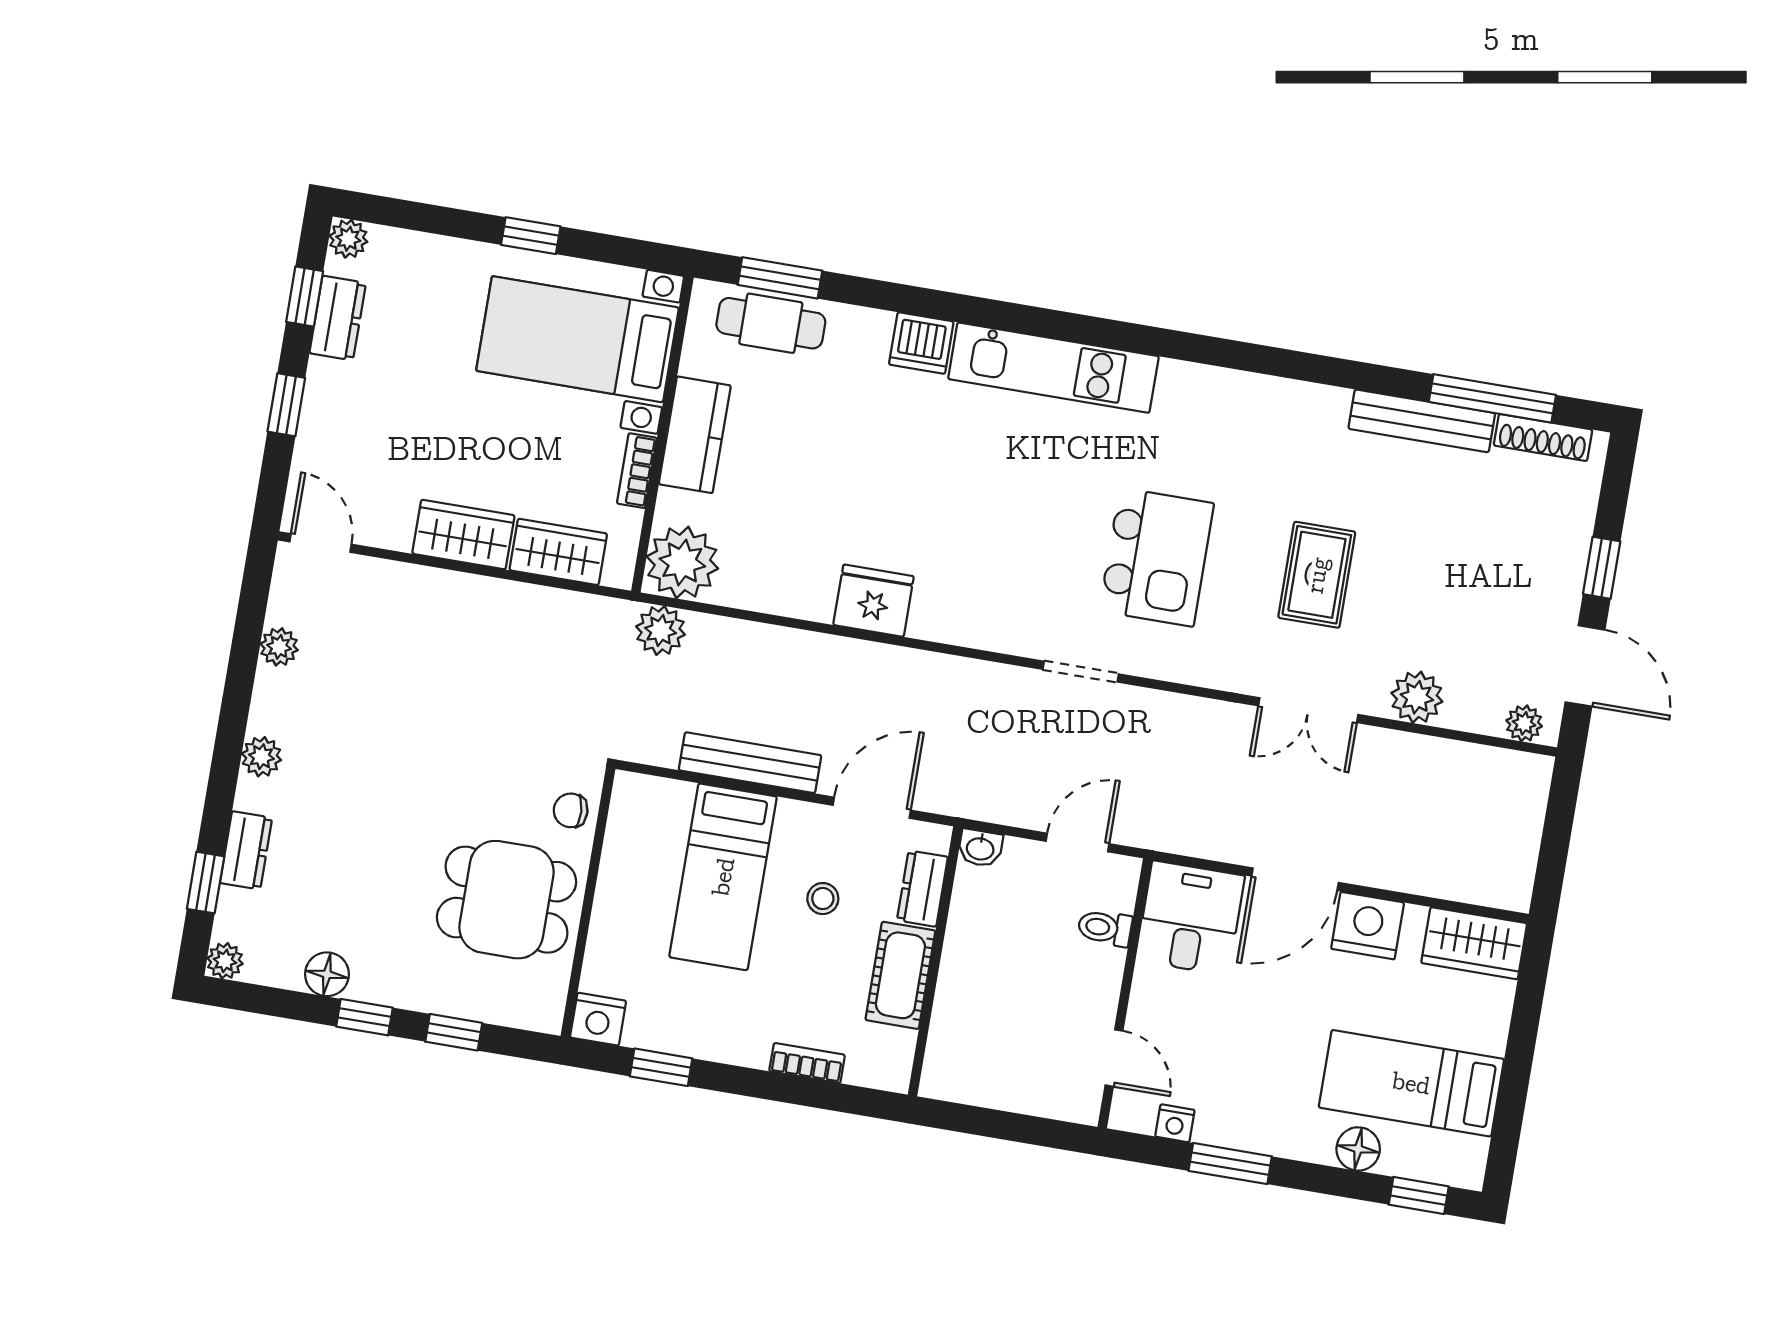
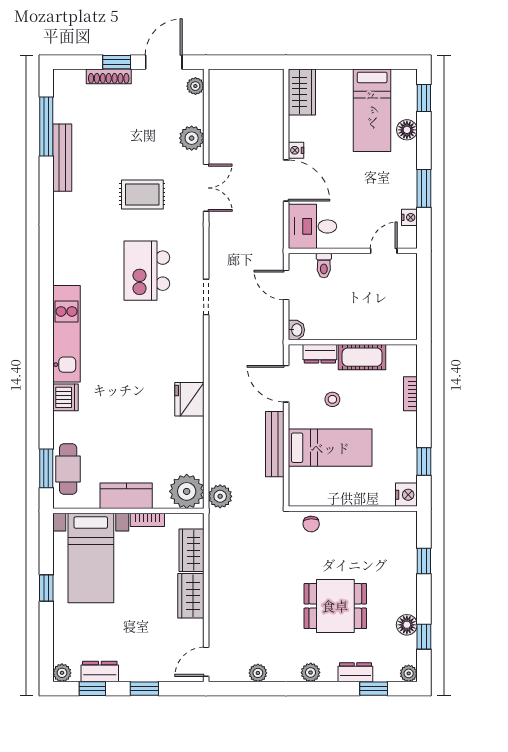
shoe rack: (1543, 438) -> (109, 76), moved, turned 90
kitchen island: (1157, 557) -> (147, 271), turned -90
dining table: (507, 900) -> (335, 606), moved, turned 90
nightstand: (1368, 926) -> (296, 150), width x0.53, depth x0.56
window: (364, 1017) -> (424, 637), moved

